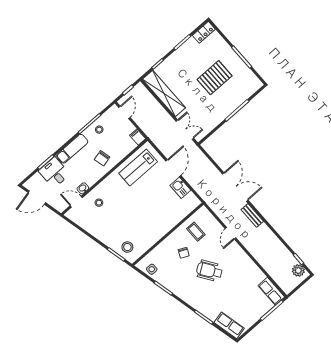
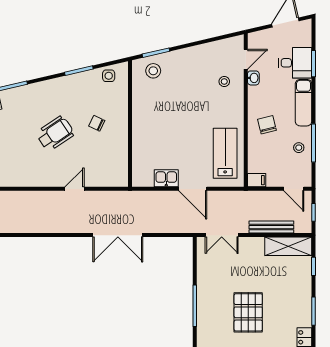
shelving: (164, 94) -> (288, 246), width x0.68
bench: (252, 215) -> (271, 227), moved, width x1.36
coffee table: (196, 232) -> (107, 155), removed
door: (231, 233) -> (75, 189), hinge flipped

